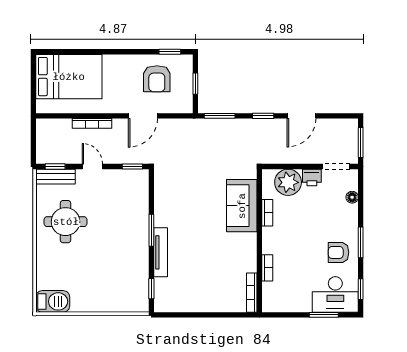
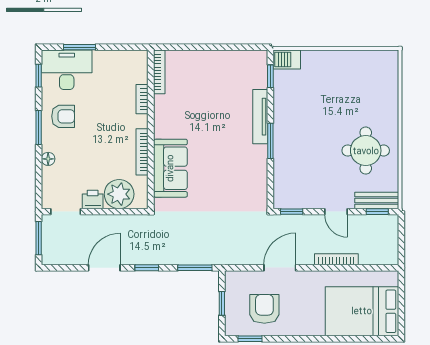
floor lamp: (352, 197) -> (48, 159), moved
bookcase: (267, 213) -> (142, 152), width x1.56
barbecue: (53, 301) -> (287, 60), moved, width x0.73, depth x0.79

